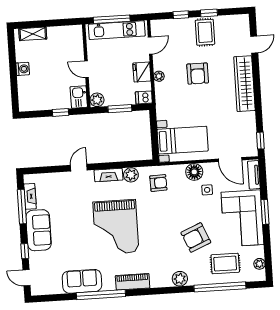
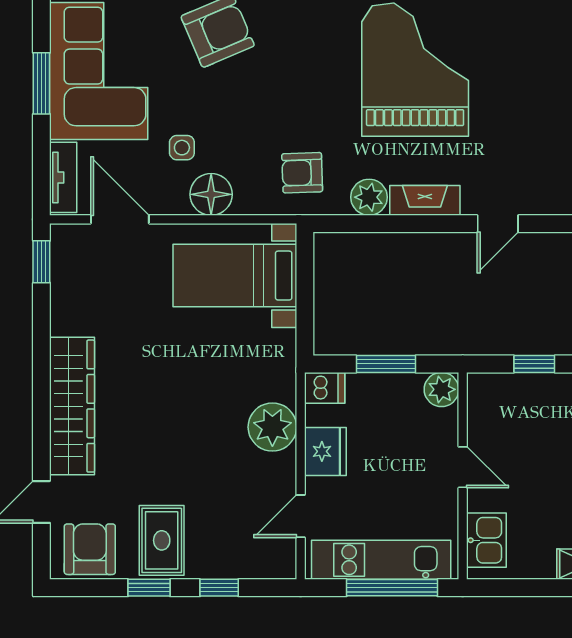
armchair: (198, 74) -> (90, 549), moved
plant: (159, 76) -> (272, 427), width x1.88, depth x1.88
kitchen sink: (79, 97) -> (486, 540), moved

